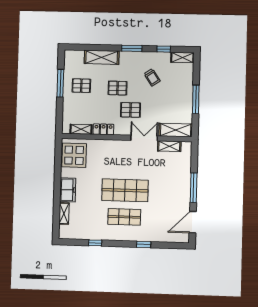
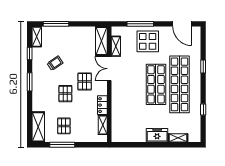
shelving: (102, 57) -> (38, 127), moved
window: (196, 99) -> (56, 24), moved
display table: (74, 155) -> (148, 41), moved
window: (194, 188) -> (140, 24), moved
shop shelf: (124, 217) -> (179, 84), width x2.00, depth x1.36

